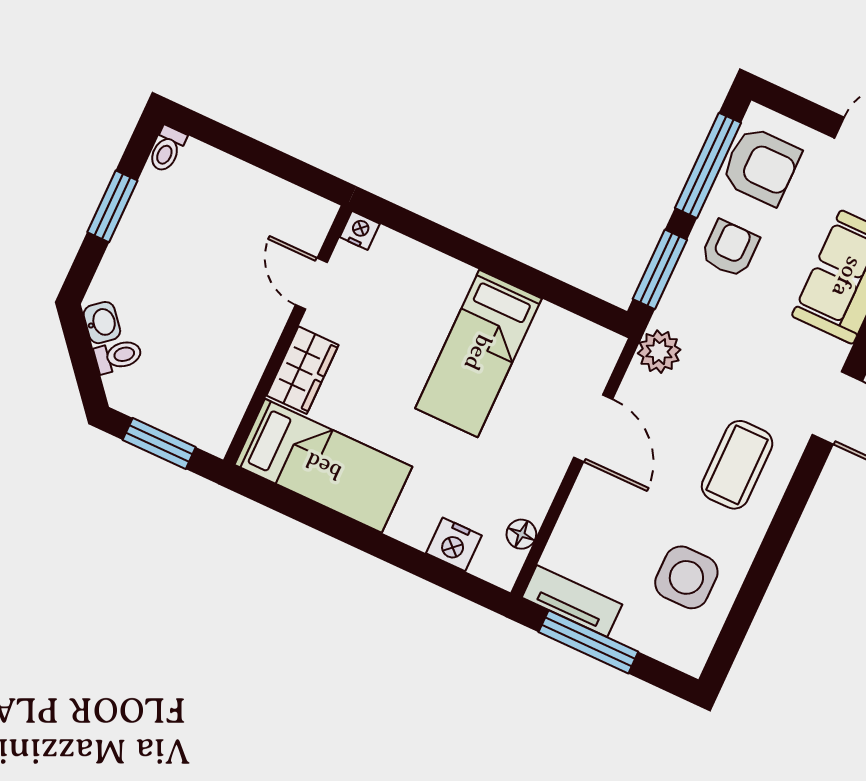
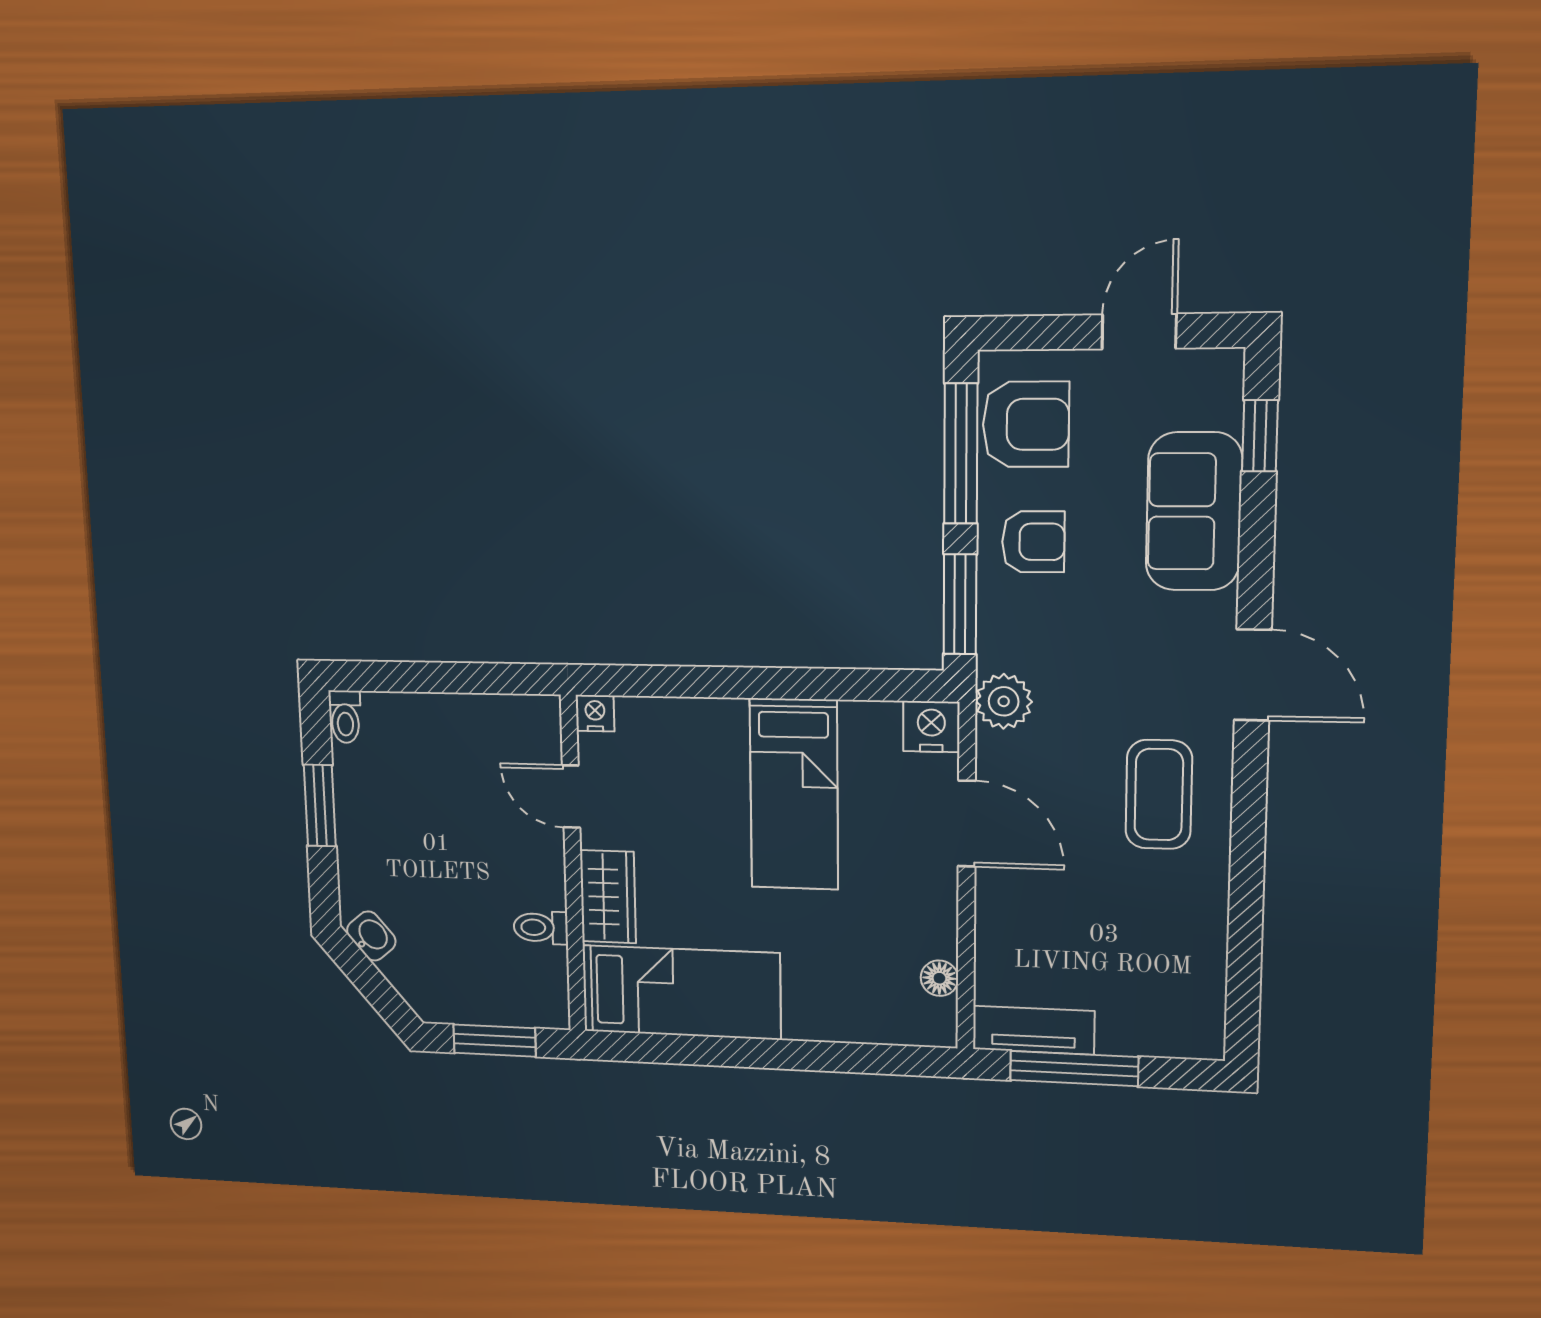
armchair: (730, 249) -> (1033, 542), turned 90
toilet: (118, 356) -> (541, 928), moved, turned -140
nightstand: (454, 544) -> (931, 727), moved, turned 180
side table: (686, 577) -> (1157, 950), removed

